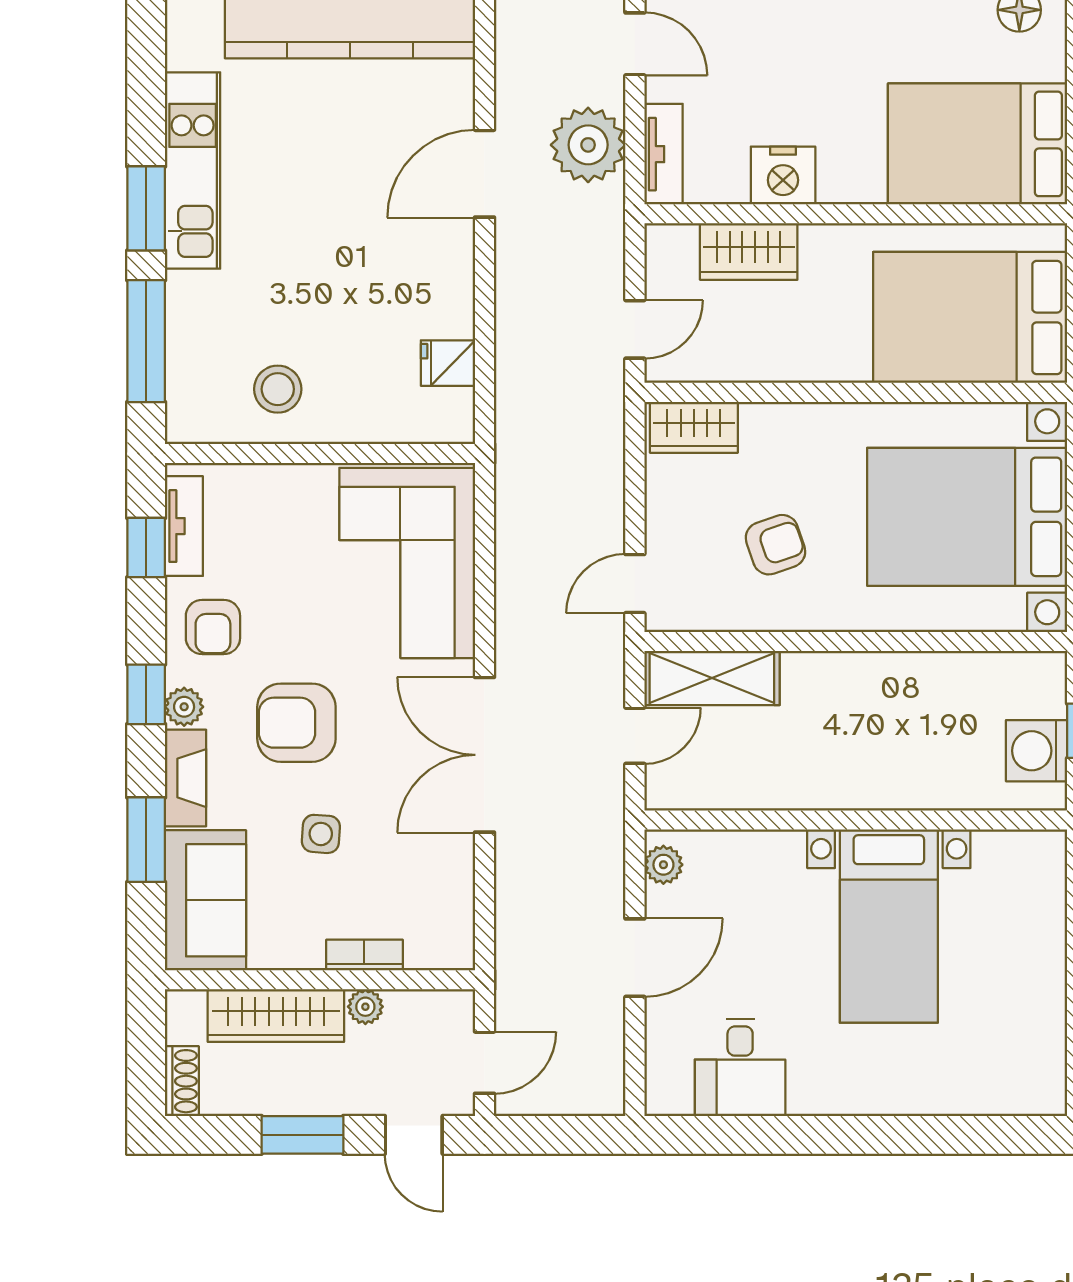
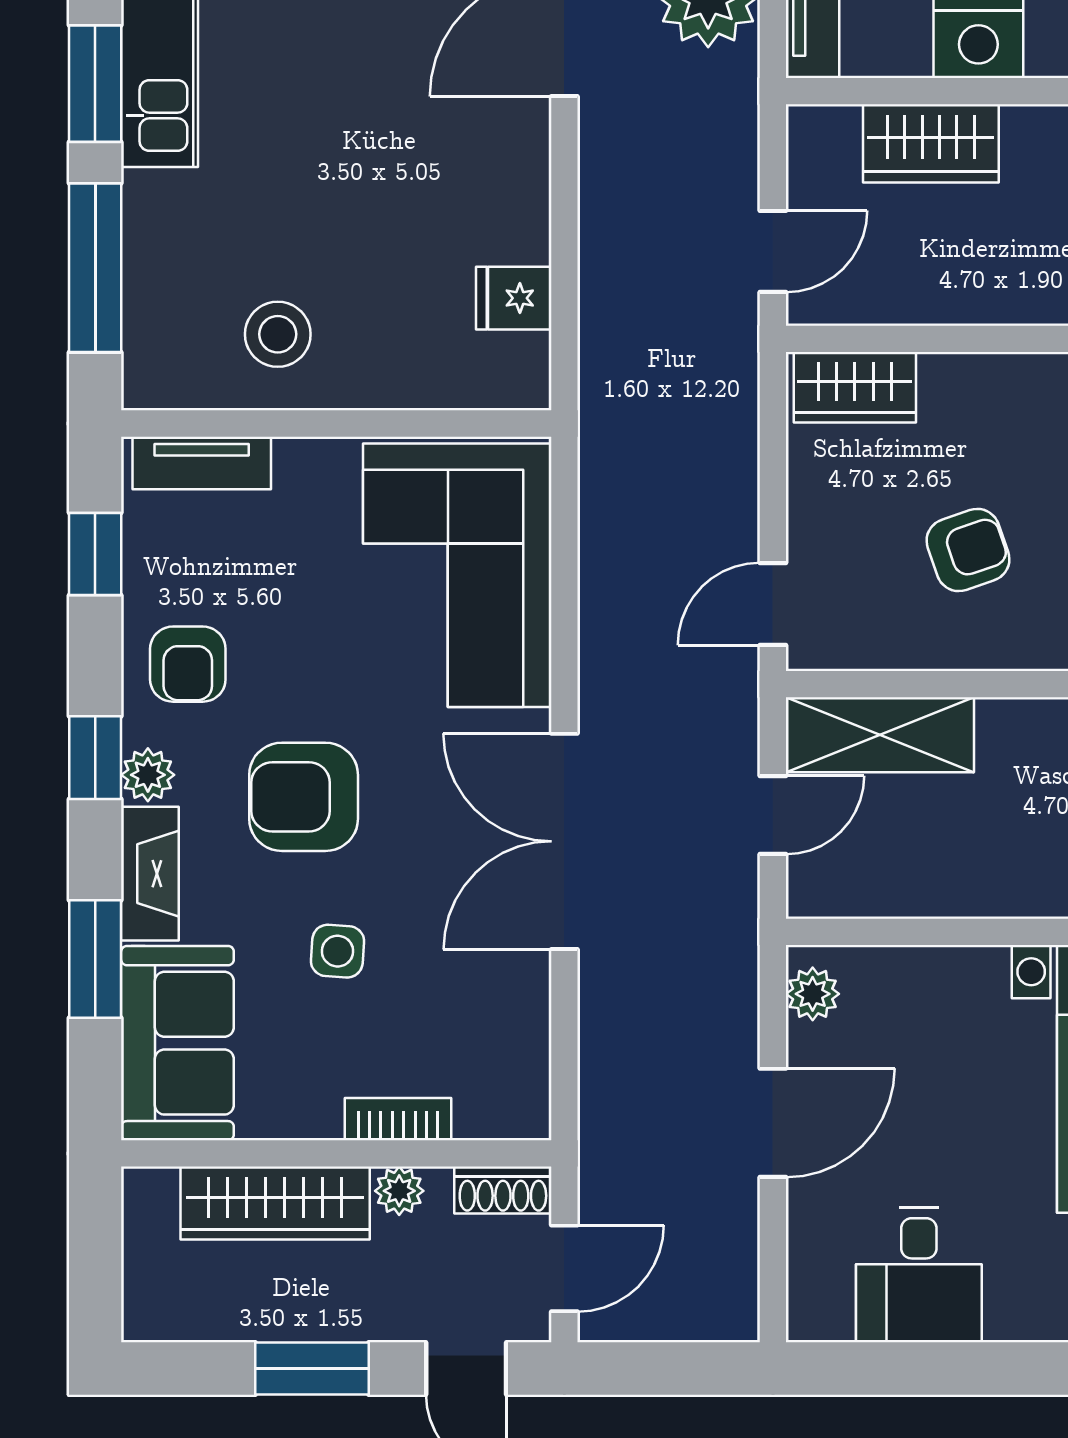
tv unit: (184, 526) -> (202, 463), moved, turned 90
shoe rack: (182, 1081) -> (503, 1190), moved, turned 90

